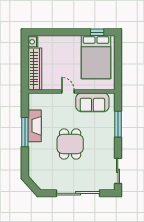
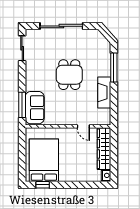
door: (68, 92) -> (83, 126), moved
sofa: (92, 102) -> (35, 108), moved, turned 90
window: (118, 124) -> (22, 105), moved
window: (25, 132) -> (114, 67), moved

